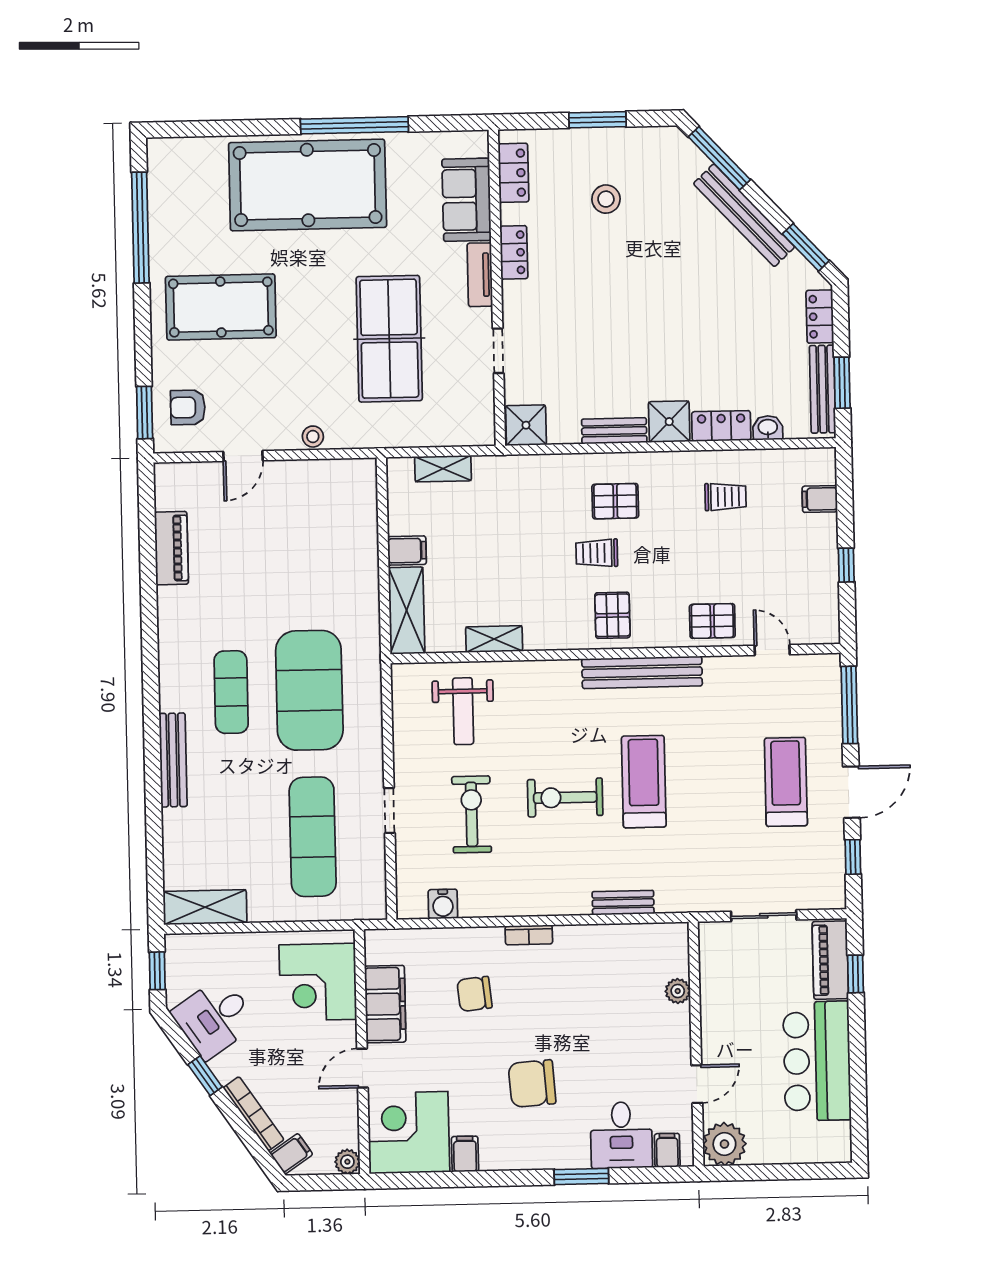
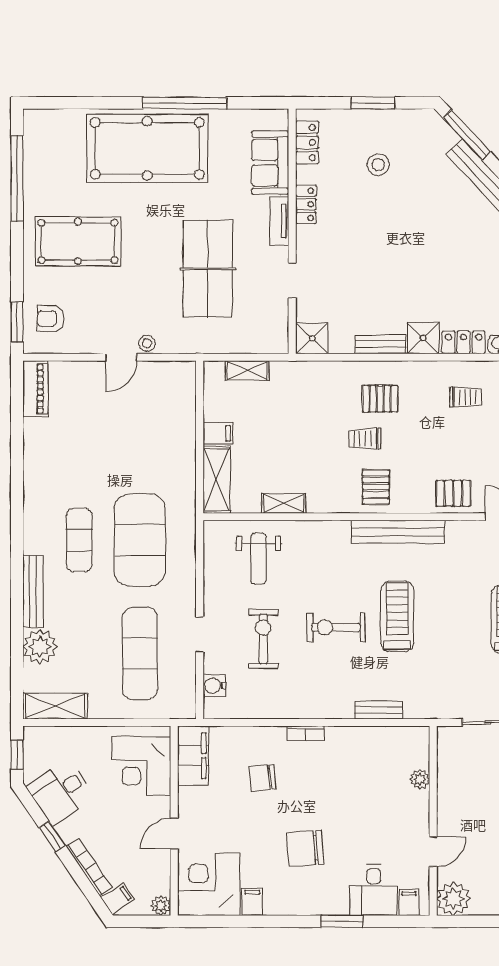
door: (243, 456) -> (121, 357), moved
piano: (171, 548) -> (35, 389), moved
plant: (184, 831) -> (40, 647), added
water cooler: (443, 904) -> (214, 686), moved, turned 90
filing cabinet: (385, 1004) -> (193, 756), moved

